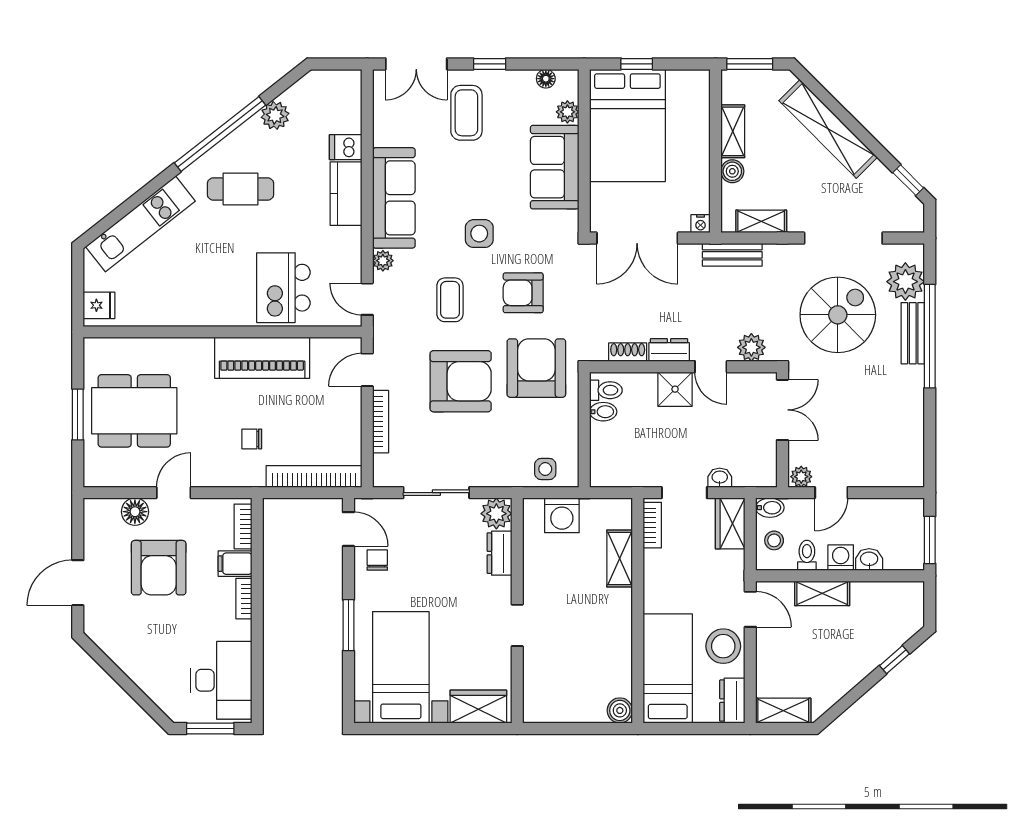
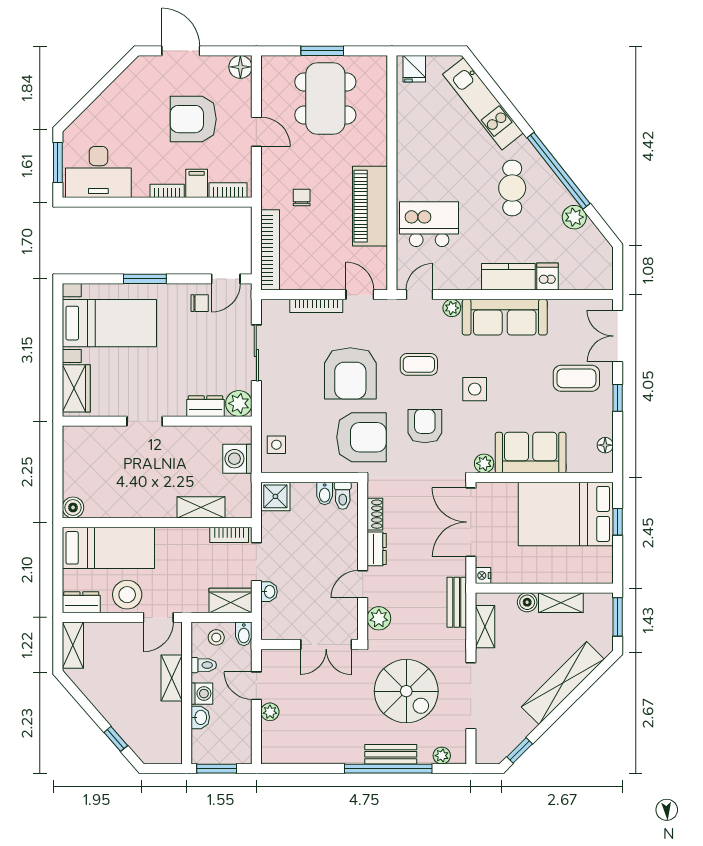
plant: (567, 112) -> (484, 463), moved
plant: (905, 282) -> (442, 756), width x0.53, depth x0.53
shower: (675, 389) -> (275, 496), moved
plant: (801, 477) -> (270, 712), moved
floor lamp: (135, 512) -> (240, 67), moved

